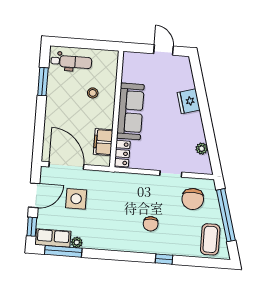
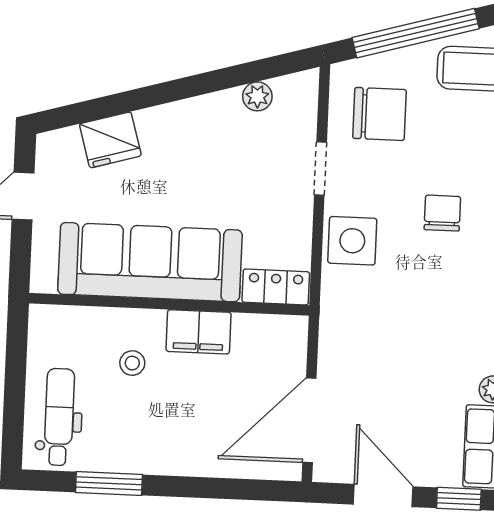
fridge: (189, 101) -> (110, 140), moved
sofa: (130, 111) -> (150, 262), width x1.36, depth x1.27
filing cabinet: (103, 142) -> (198, 332), moved
side table: (76, 199) -> (352, 241), moved
chair: (151, 224) -> (442, 213), turned -90

